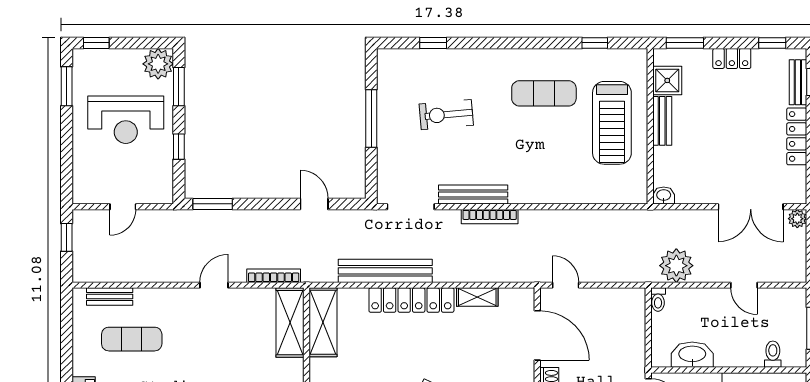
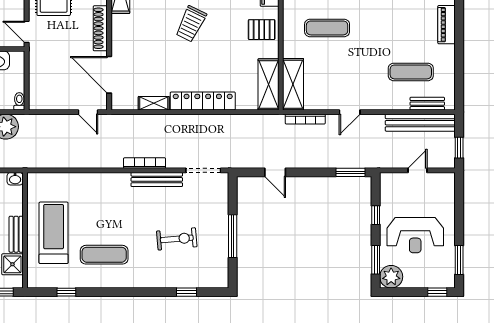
reception desk: (126, 120) -> (415, 235), turned 180
bench: (385, 271) -> (420, 123), moved

